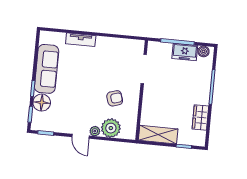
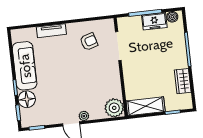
armchair: (115, 98) -> (89, 42), moved
plant: (111, 128) -> (114, 108), moved

